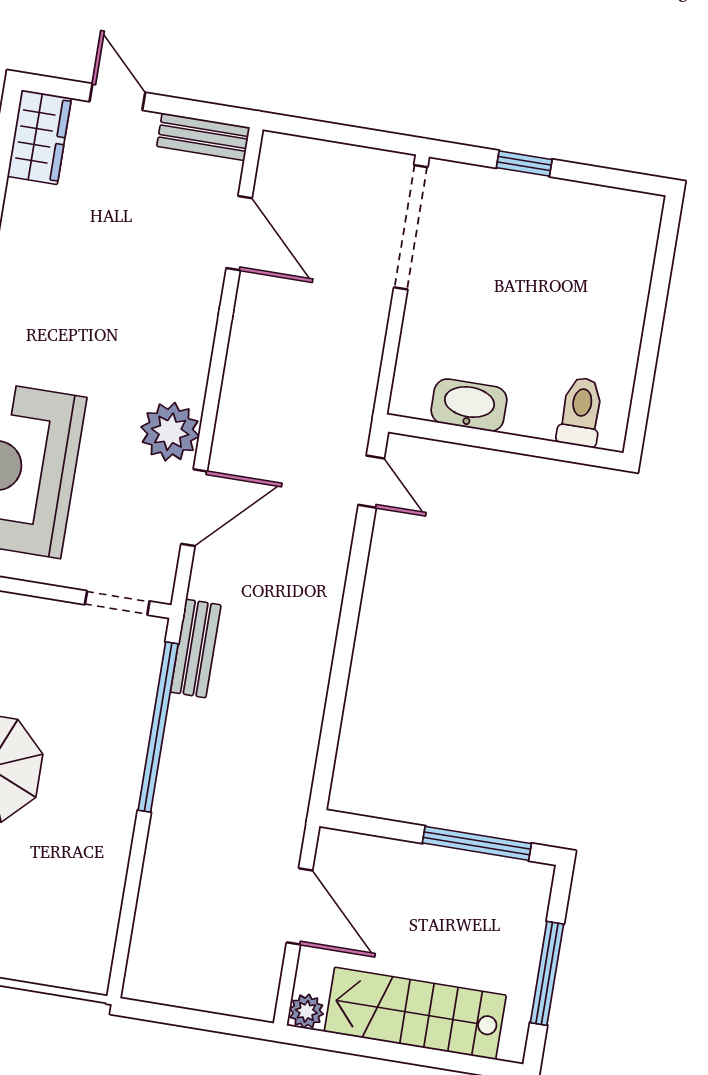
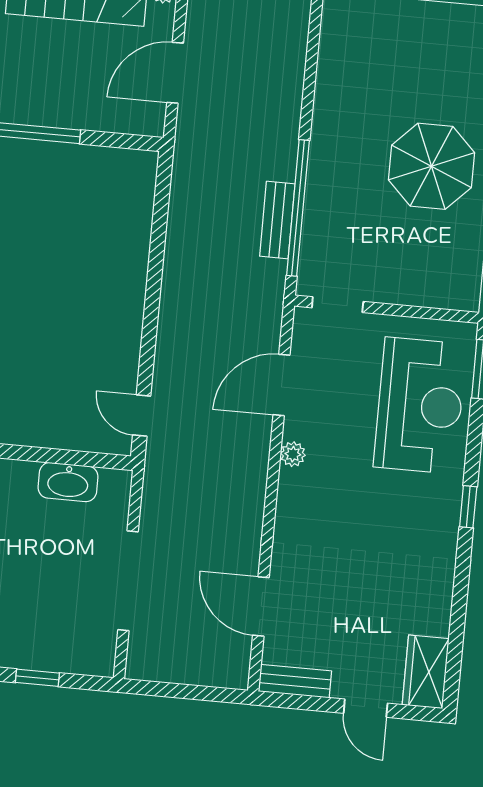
doorway: (411, 227) -> (128, 581), moved
plant: (170, 432) -> (293, 454), width x0.53, depth x0.53
bench: (196, 648) -> (277, 220), moved
door: (300, 906) -> (175, 73), hinge flipped

